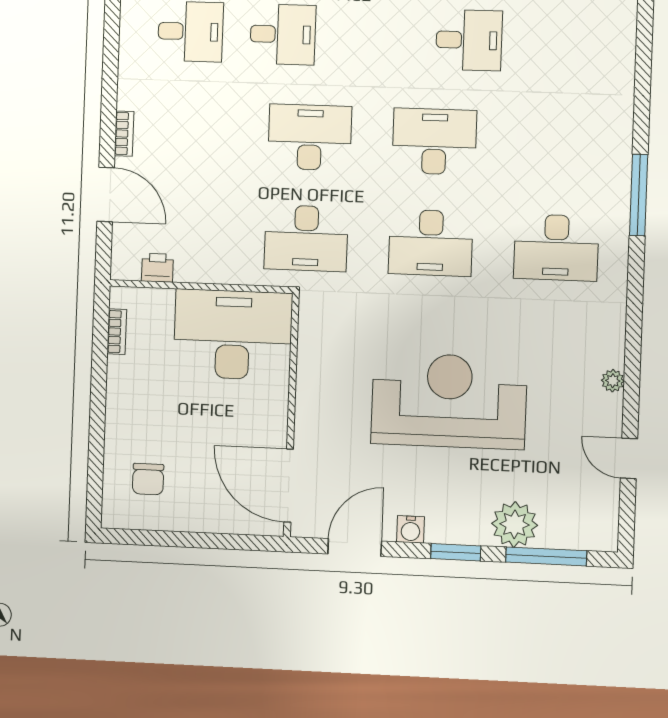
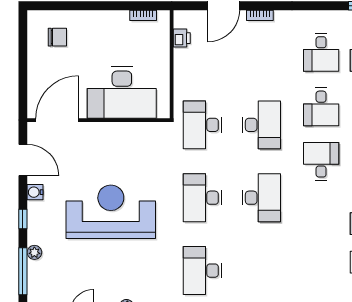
desk: (469, 40) -> (321, 161), moved, turned 180
desk: (233, 335) -> (122, 93), moved, turned 90
reception desk: (449, 401) -> (111, 212), turned -90
chair: (148, 479) -> (57, 37), turned 180
plant: (515, 524) -> (34, 252), width x0.53, depth x0.53
window: (456, 552) -> (23, 219), width x0.67

